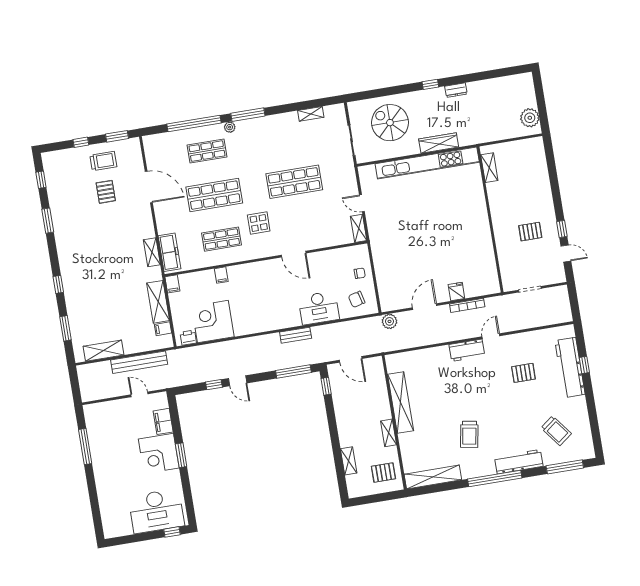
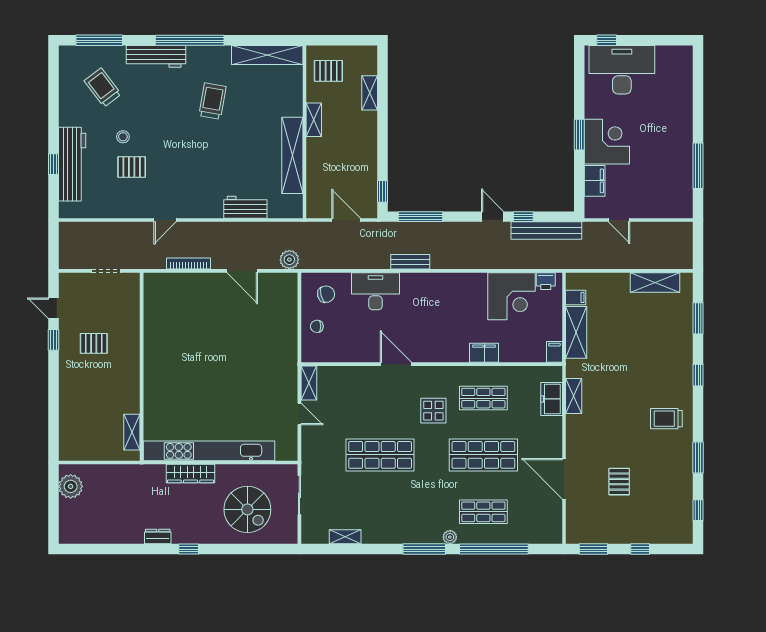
trolley: (103, 161) -> (666, 419), moved
freezer: (169, 252) -> (552, 399), width x0.71
filing cabinet: (221, 275) -> (484, 353), width x2.00
fridge: (456, 292) -> (199, 283), removed
door: (425, 307) -> (242, 271), hinge flipped
workbench: (467, 350) -> (245, 207), moved
bench: (139, 362) -> (546, 230), moved
stool: (534, 395) -> (123, 137), added

